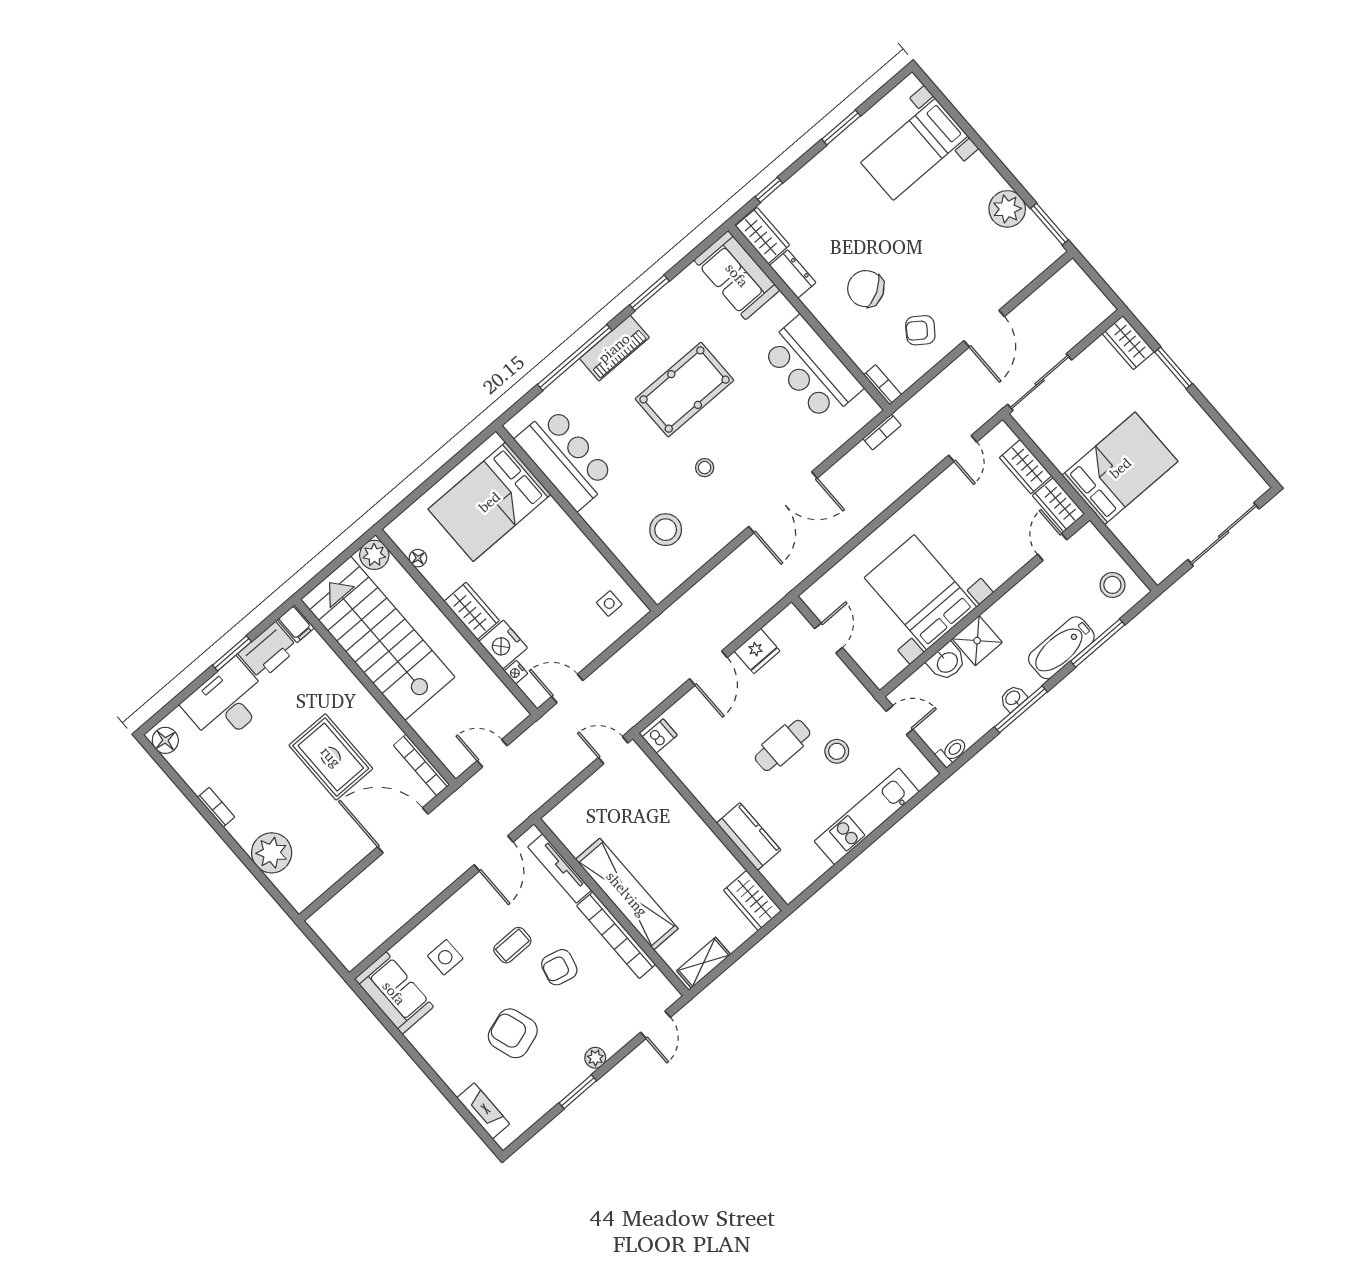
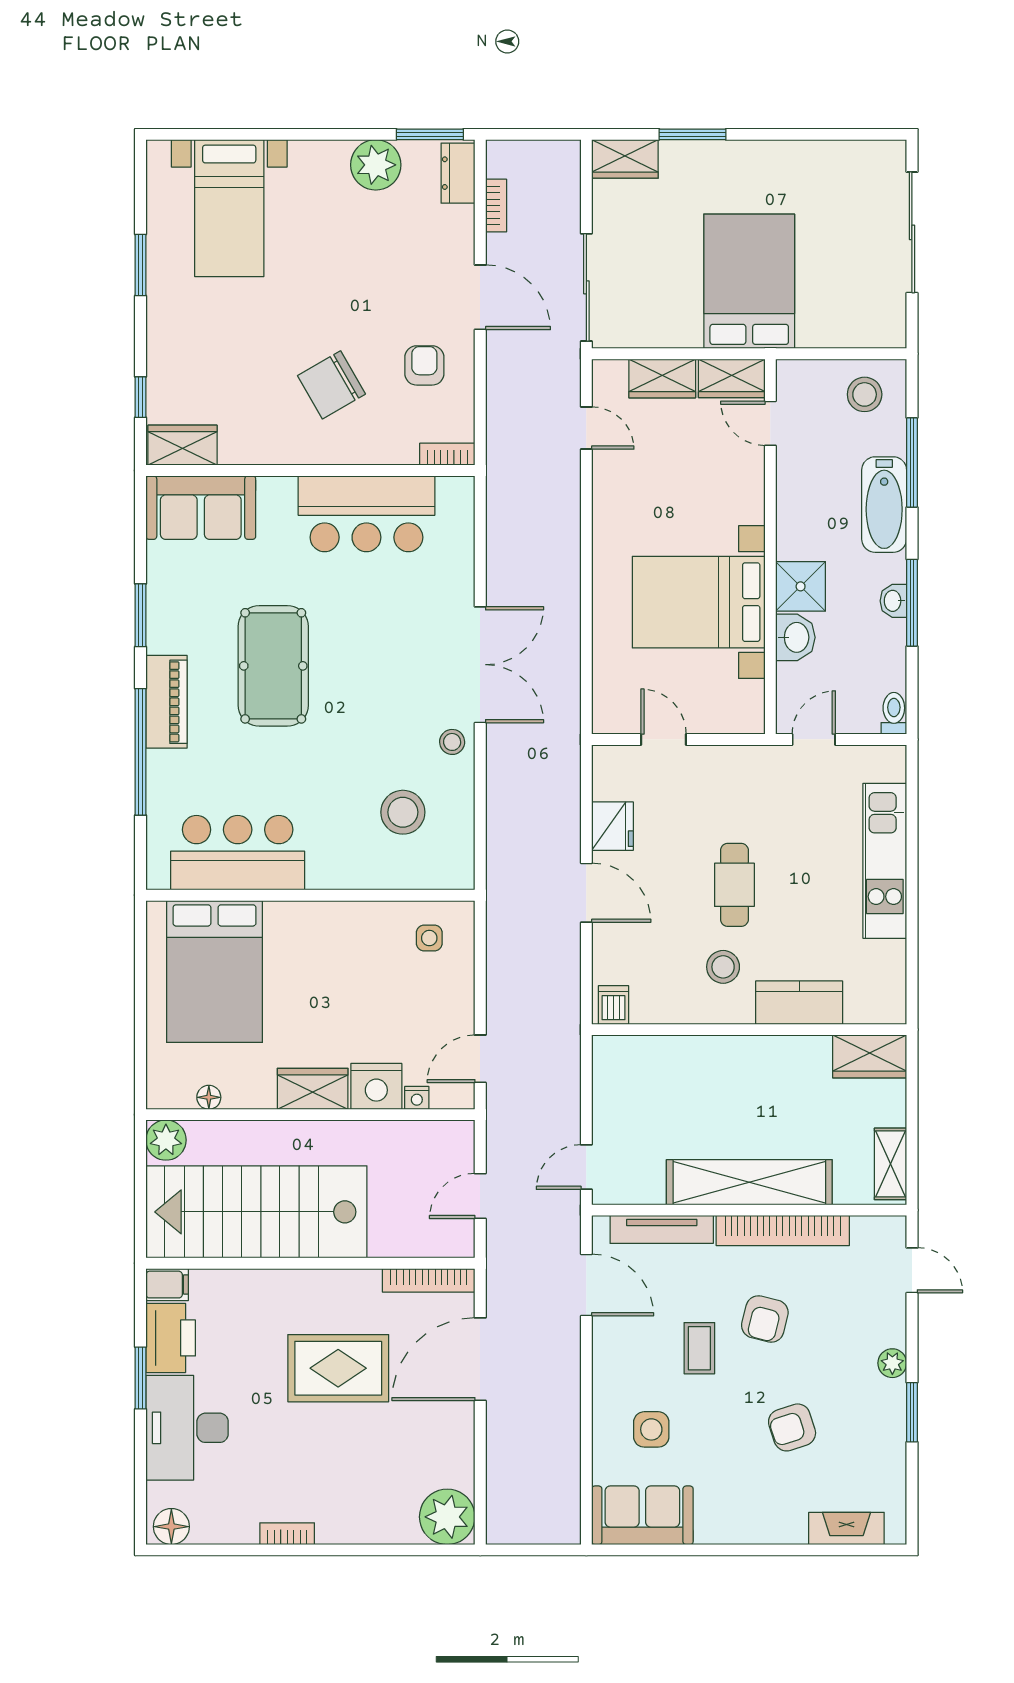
dresser: (793, 274) -> (458, 173), moved, turned -90
armchair: (920, 330) -> (424, 365), turned 144
bookcase: (882, 432) -> (496, 206), moved
stool: (705, 468) -> (452, 742), moved
door: (613, 750) -> (586, 1167), moved
stool: (837, 751) -> (723, 967), moved
plant: (272, 853) -> (447, 1517), moved
armchair: (513, 1033) -> (792, 1427), width x0.72, depth x0.72

